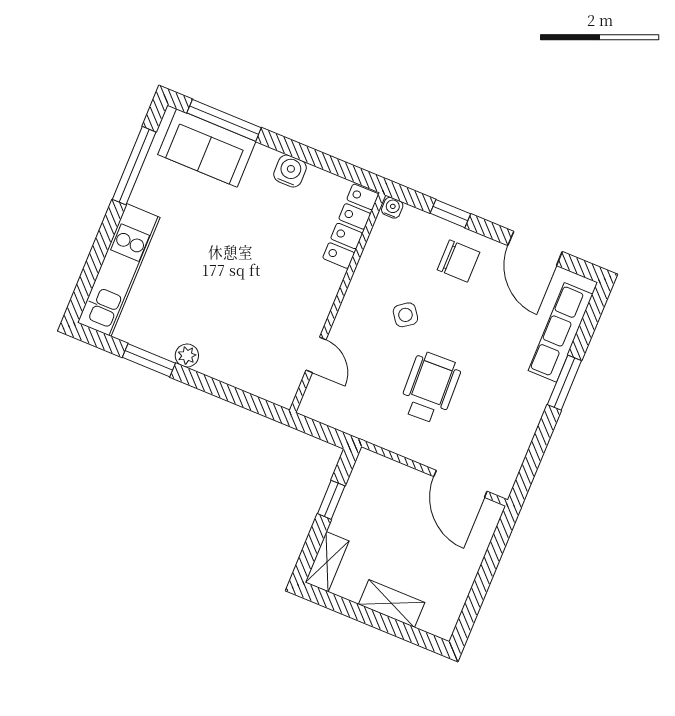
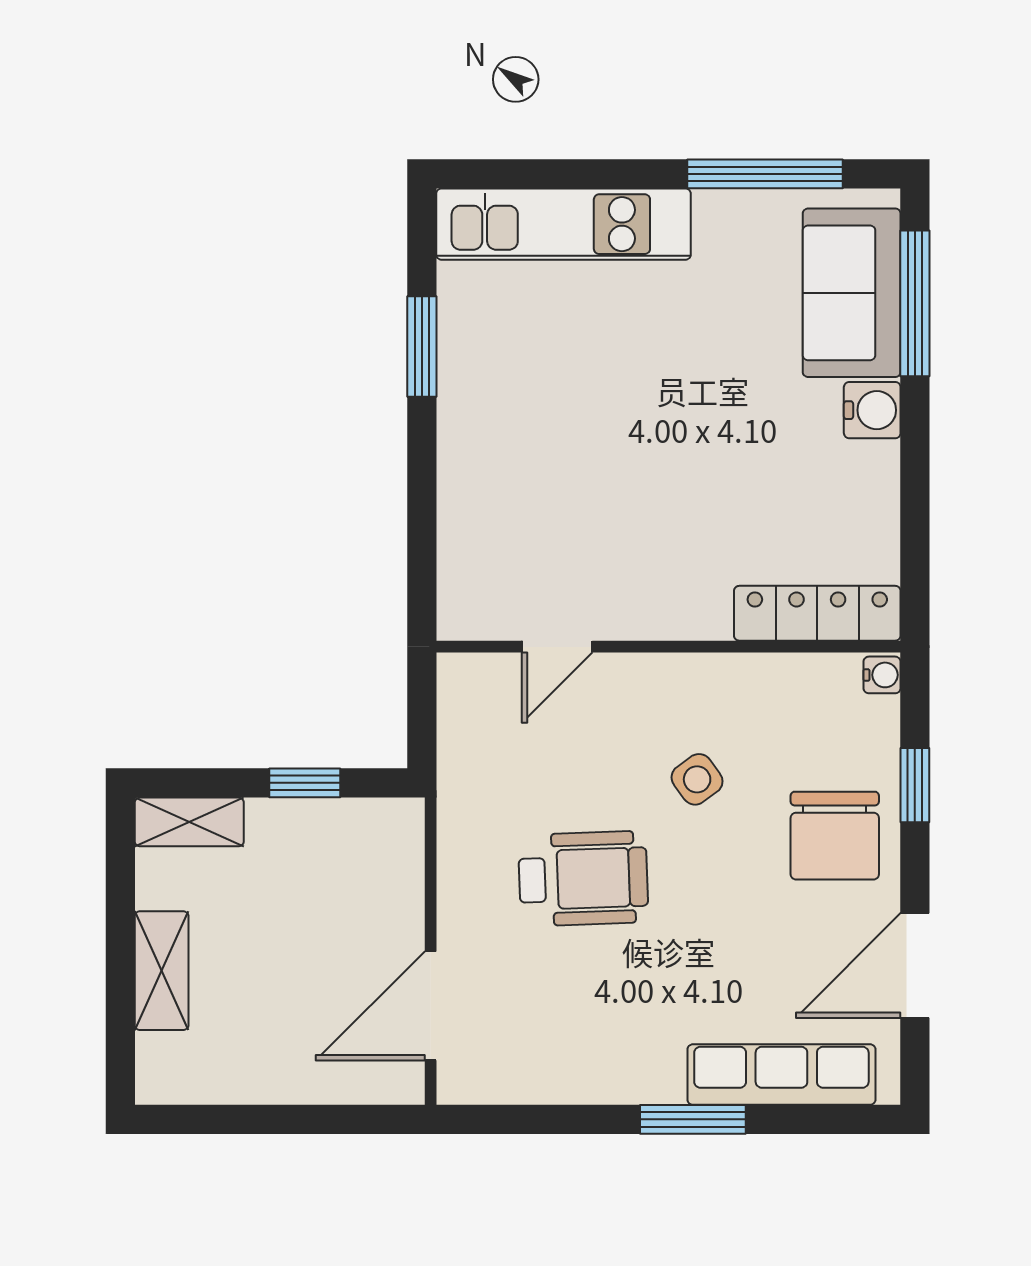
water cooler: (290, 171) -> (872, 410), moved
chair: (459, 261) -> (835, 836), width x1.37, depth x1.37
plant: (187, 356) -> (459, 412), removed

